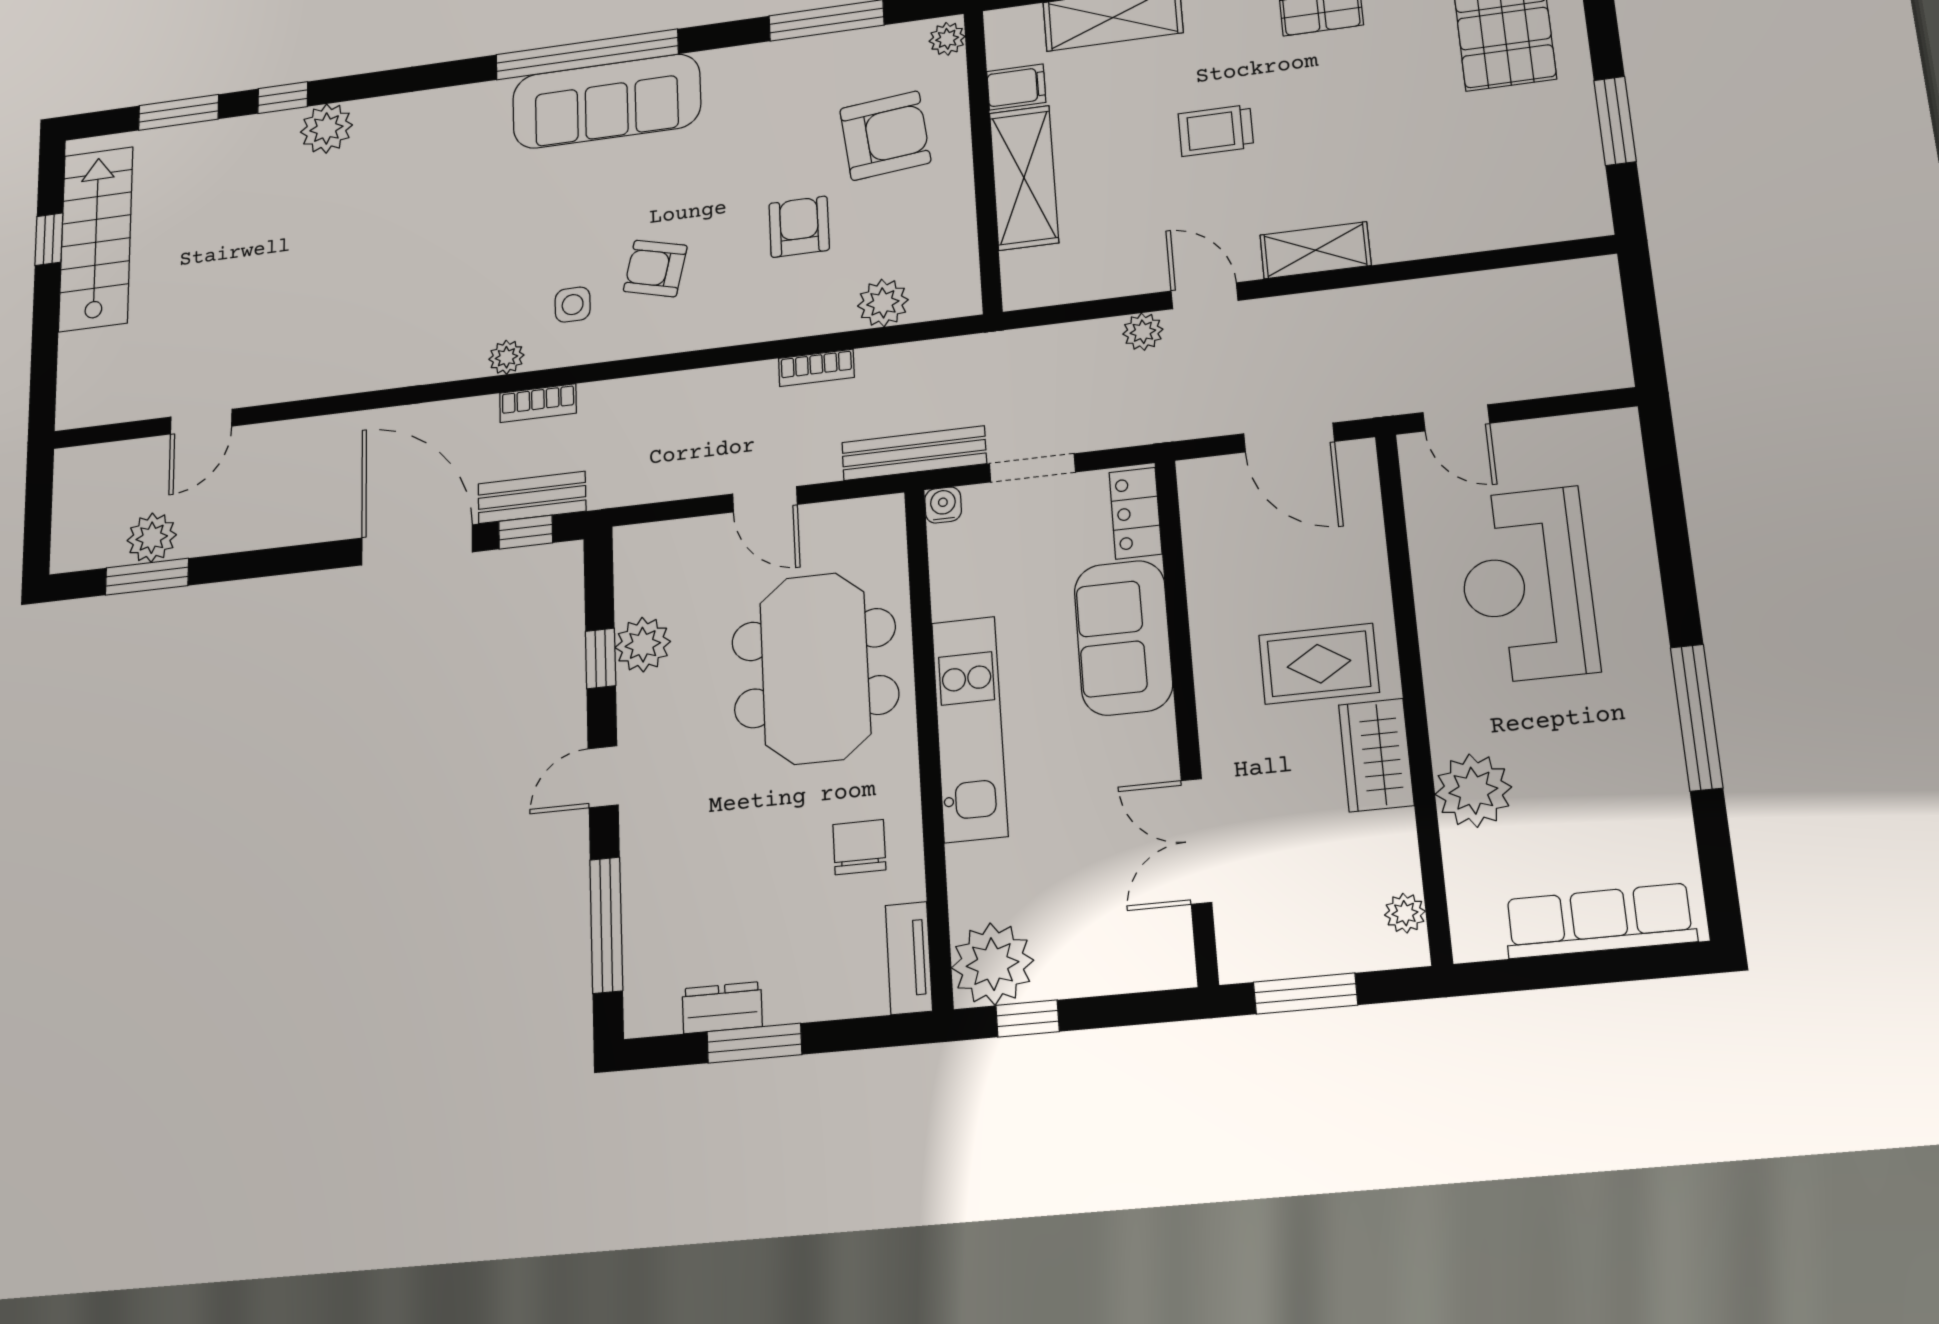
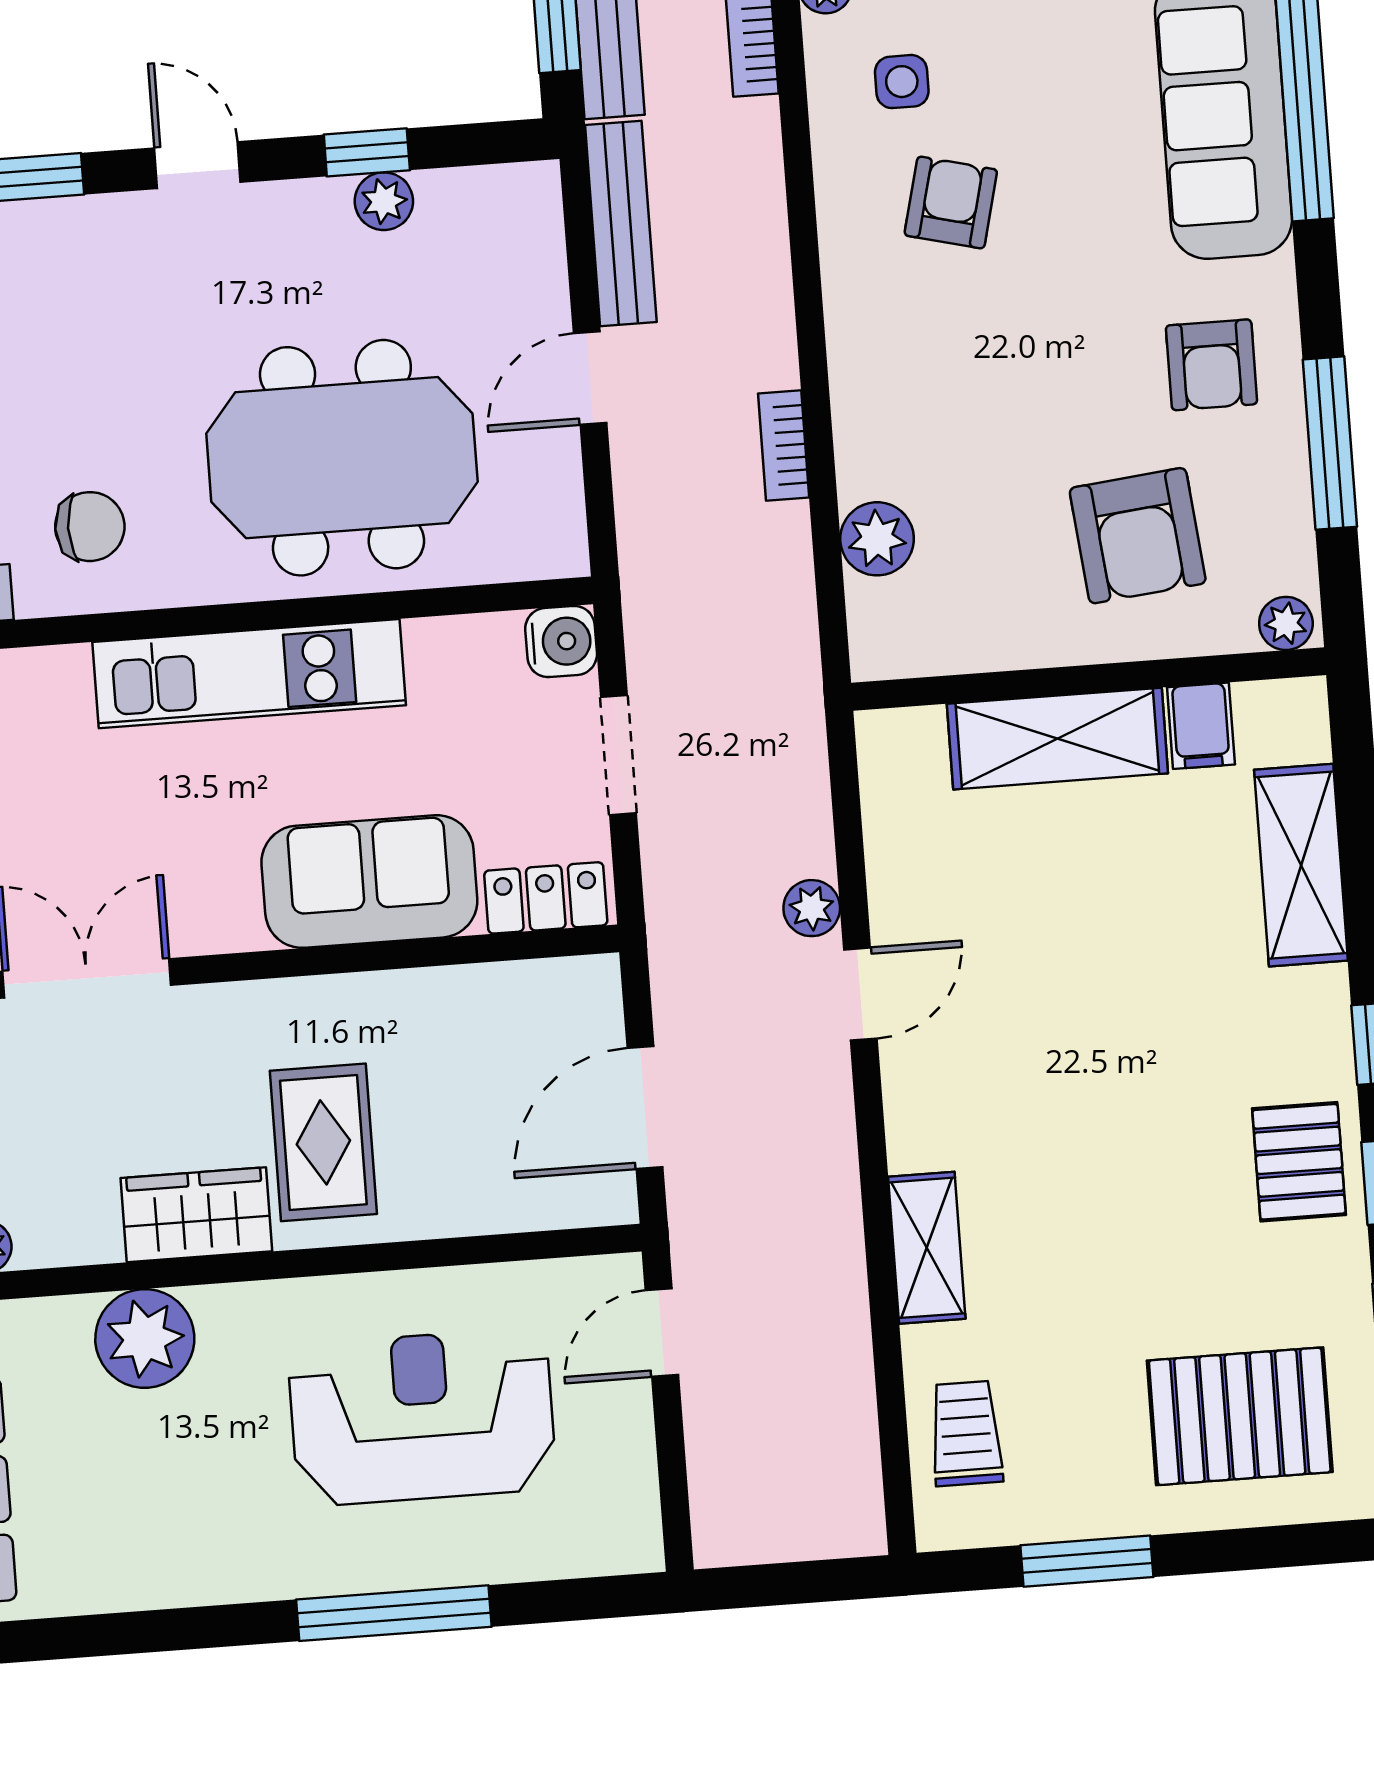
trolley: (1216, 130) -> (966, 1433), moved
armchair: (799, 227) -> (1212, 365), moved, turned 90
shelving: (1315, 250) -> (927, 1248), moved
bench: (914, 453) -> (621, 223), moved
water cooler: (943, 505) -> (561, 642), width x1.38, depth x1.38
plant: (643, 645) -> (384, 201), width x0.73, depth x0.73
window: (1697, 717) -> (394, 1613), moved

